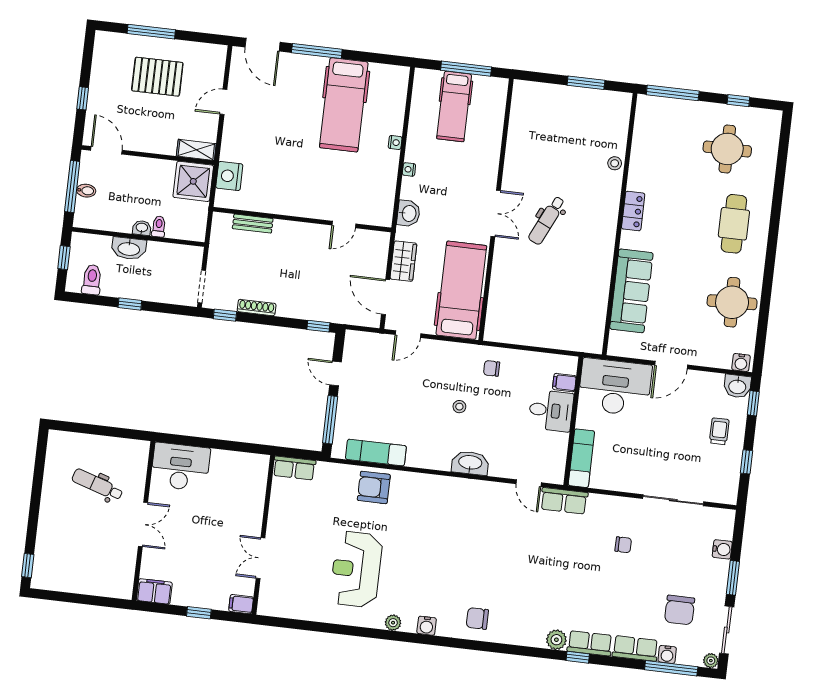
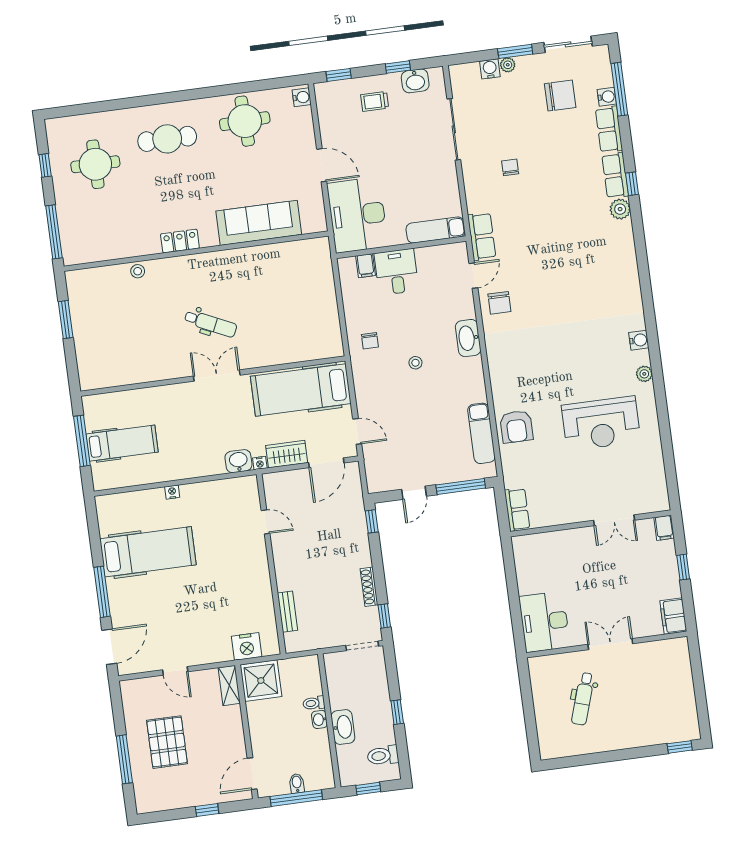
nightstand: (409, 169) -> (260, 463), moved
washbasin: (737, 386) -> (415, 81), moved, turned 90
chair: (477, 618) -> (499, 303), moved
plant: (711, 661) -> (508, 65), moved

